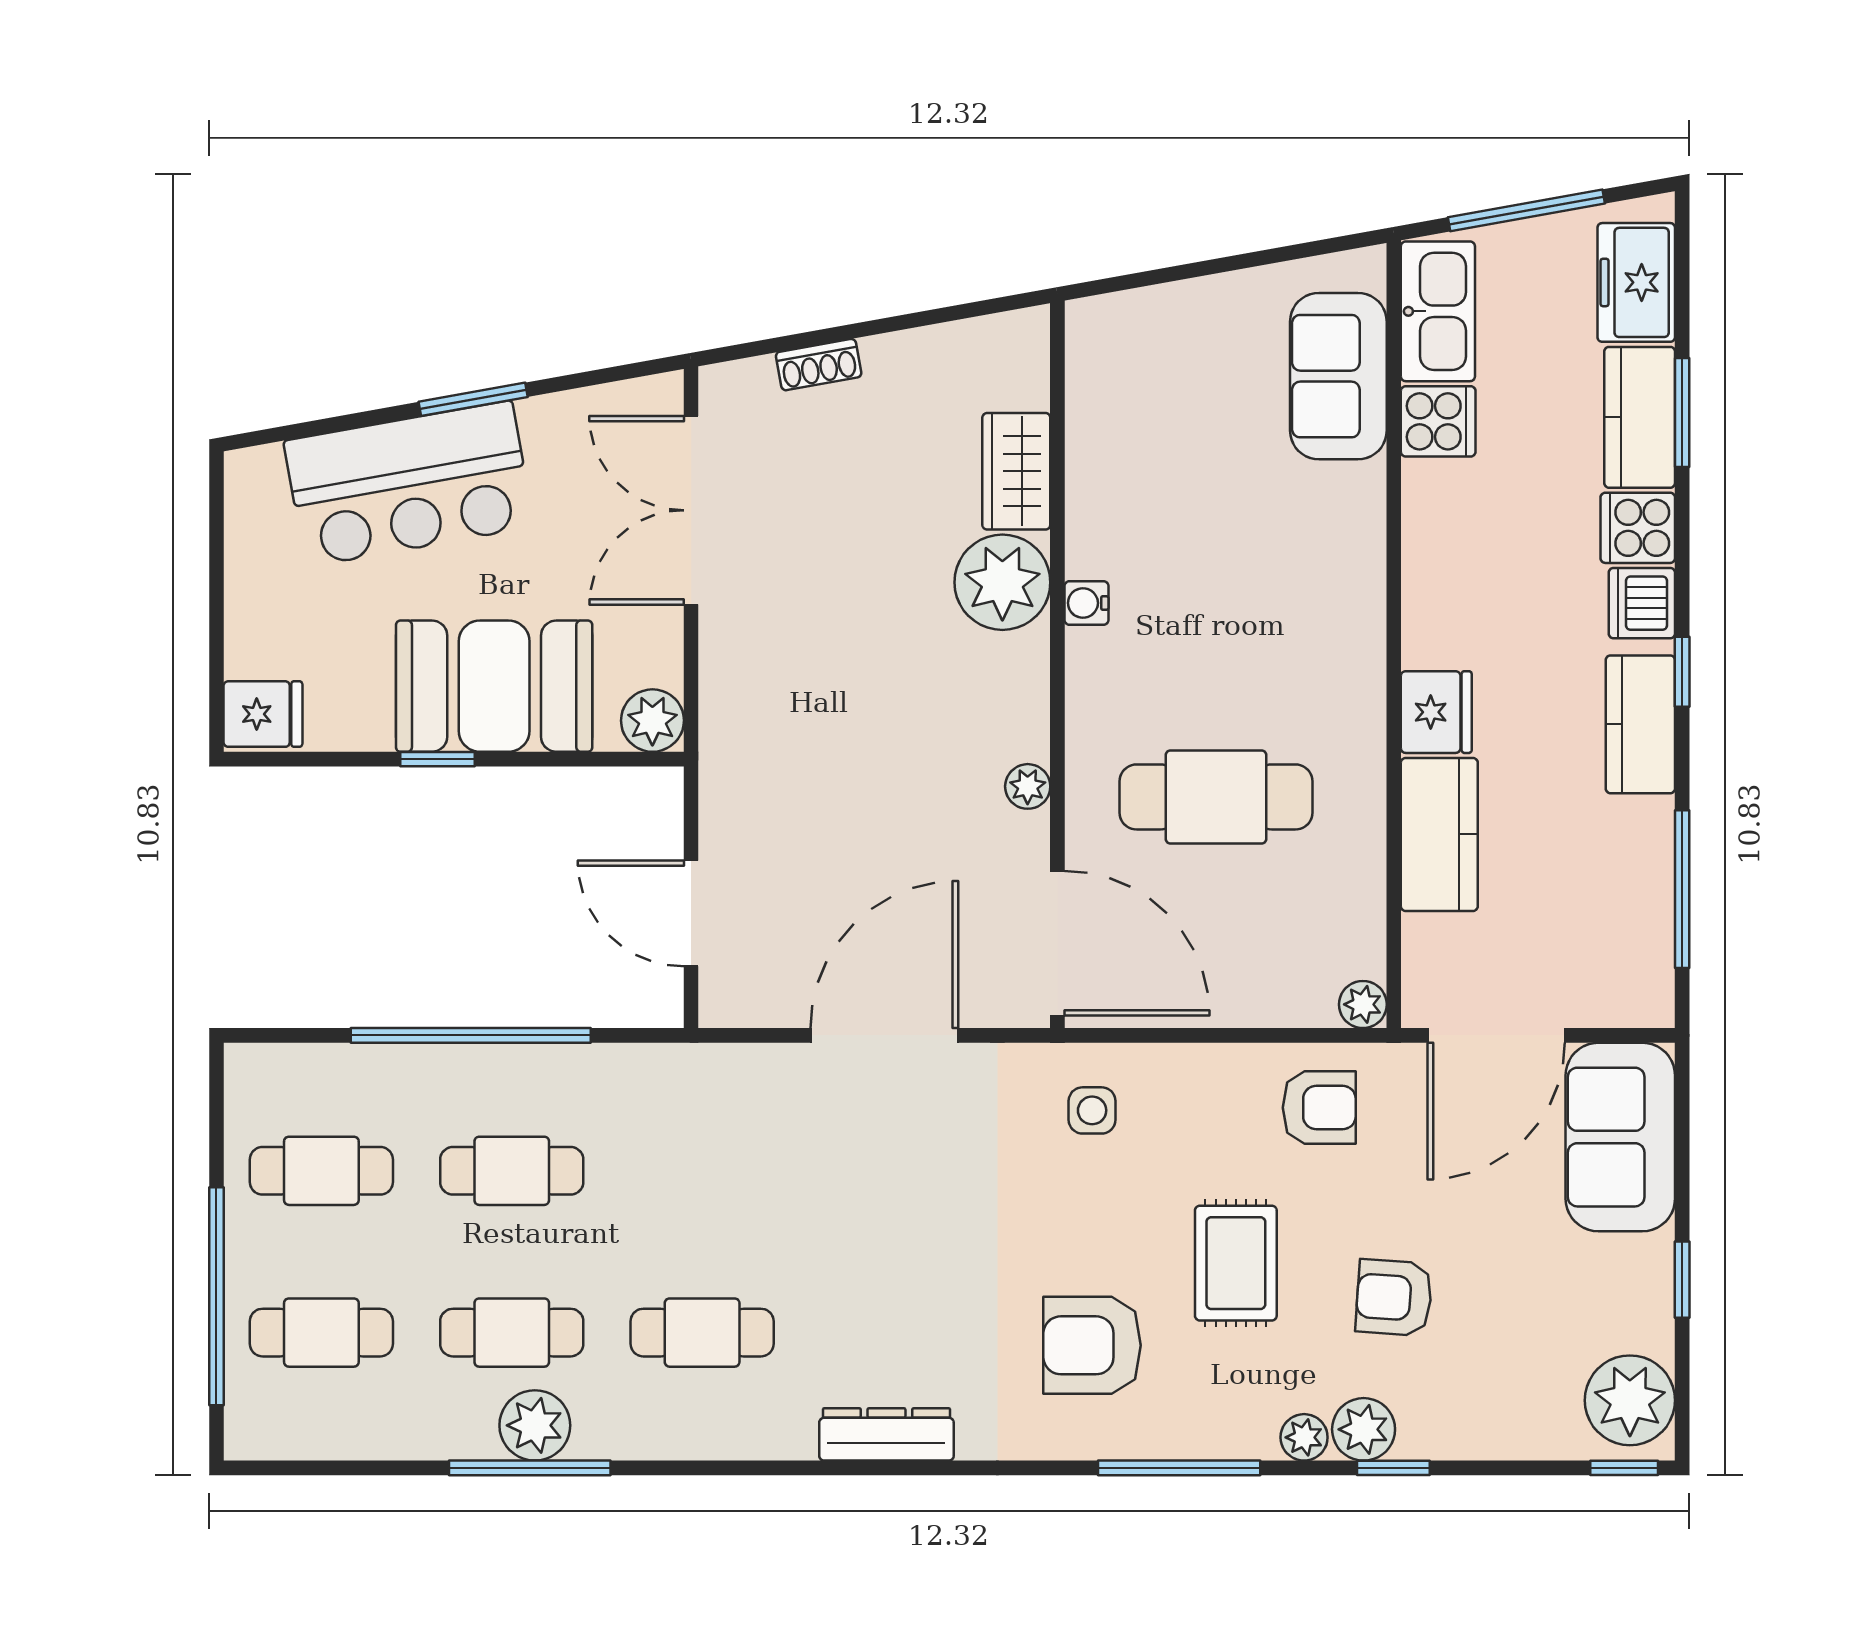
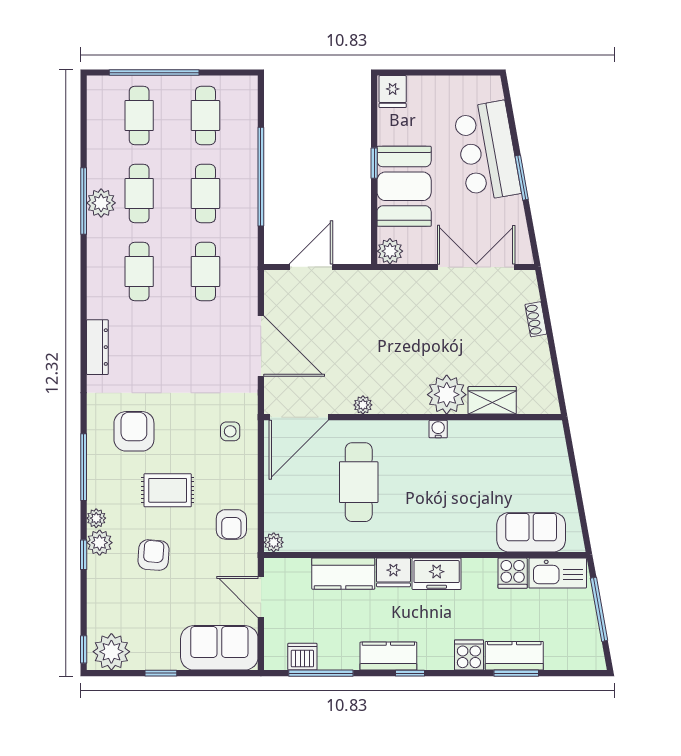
freezer: (1636, 282) -> (437, 574), moved, turned 180
dishwasher: (1642, 603) -> (302, 657), moved
door: (1496, 1035) -> (261, 597), width x0.73
cafe table: (702, 1171) -> (205, 272), added

